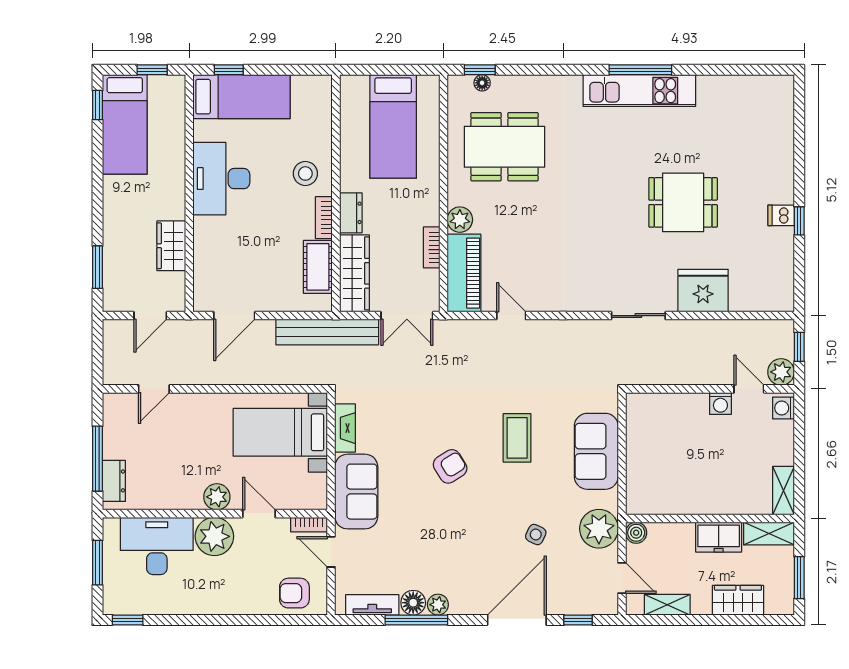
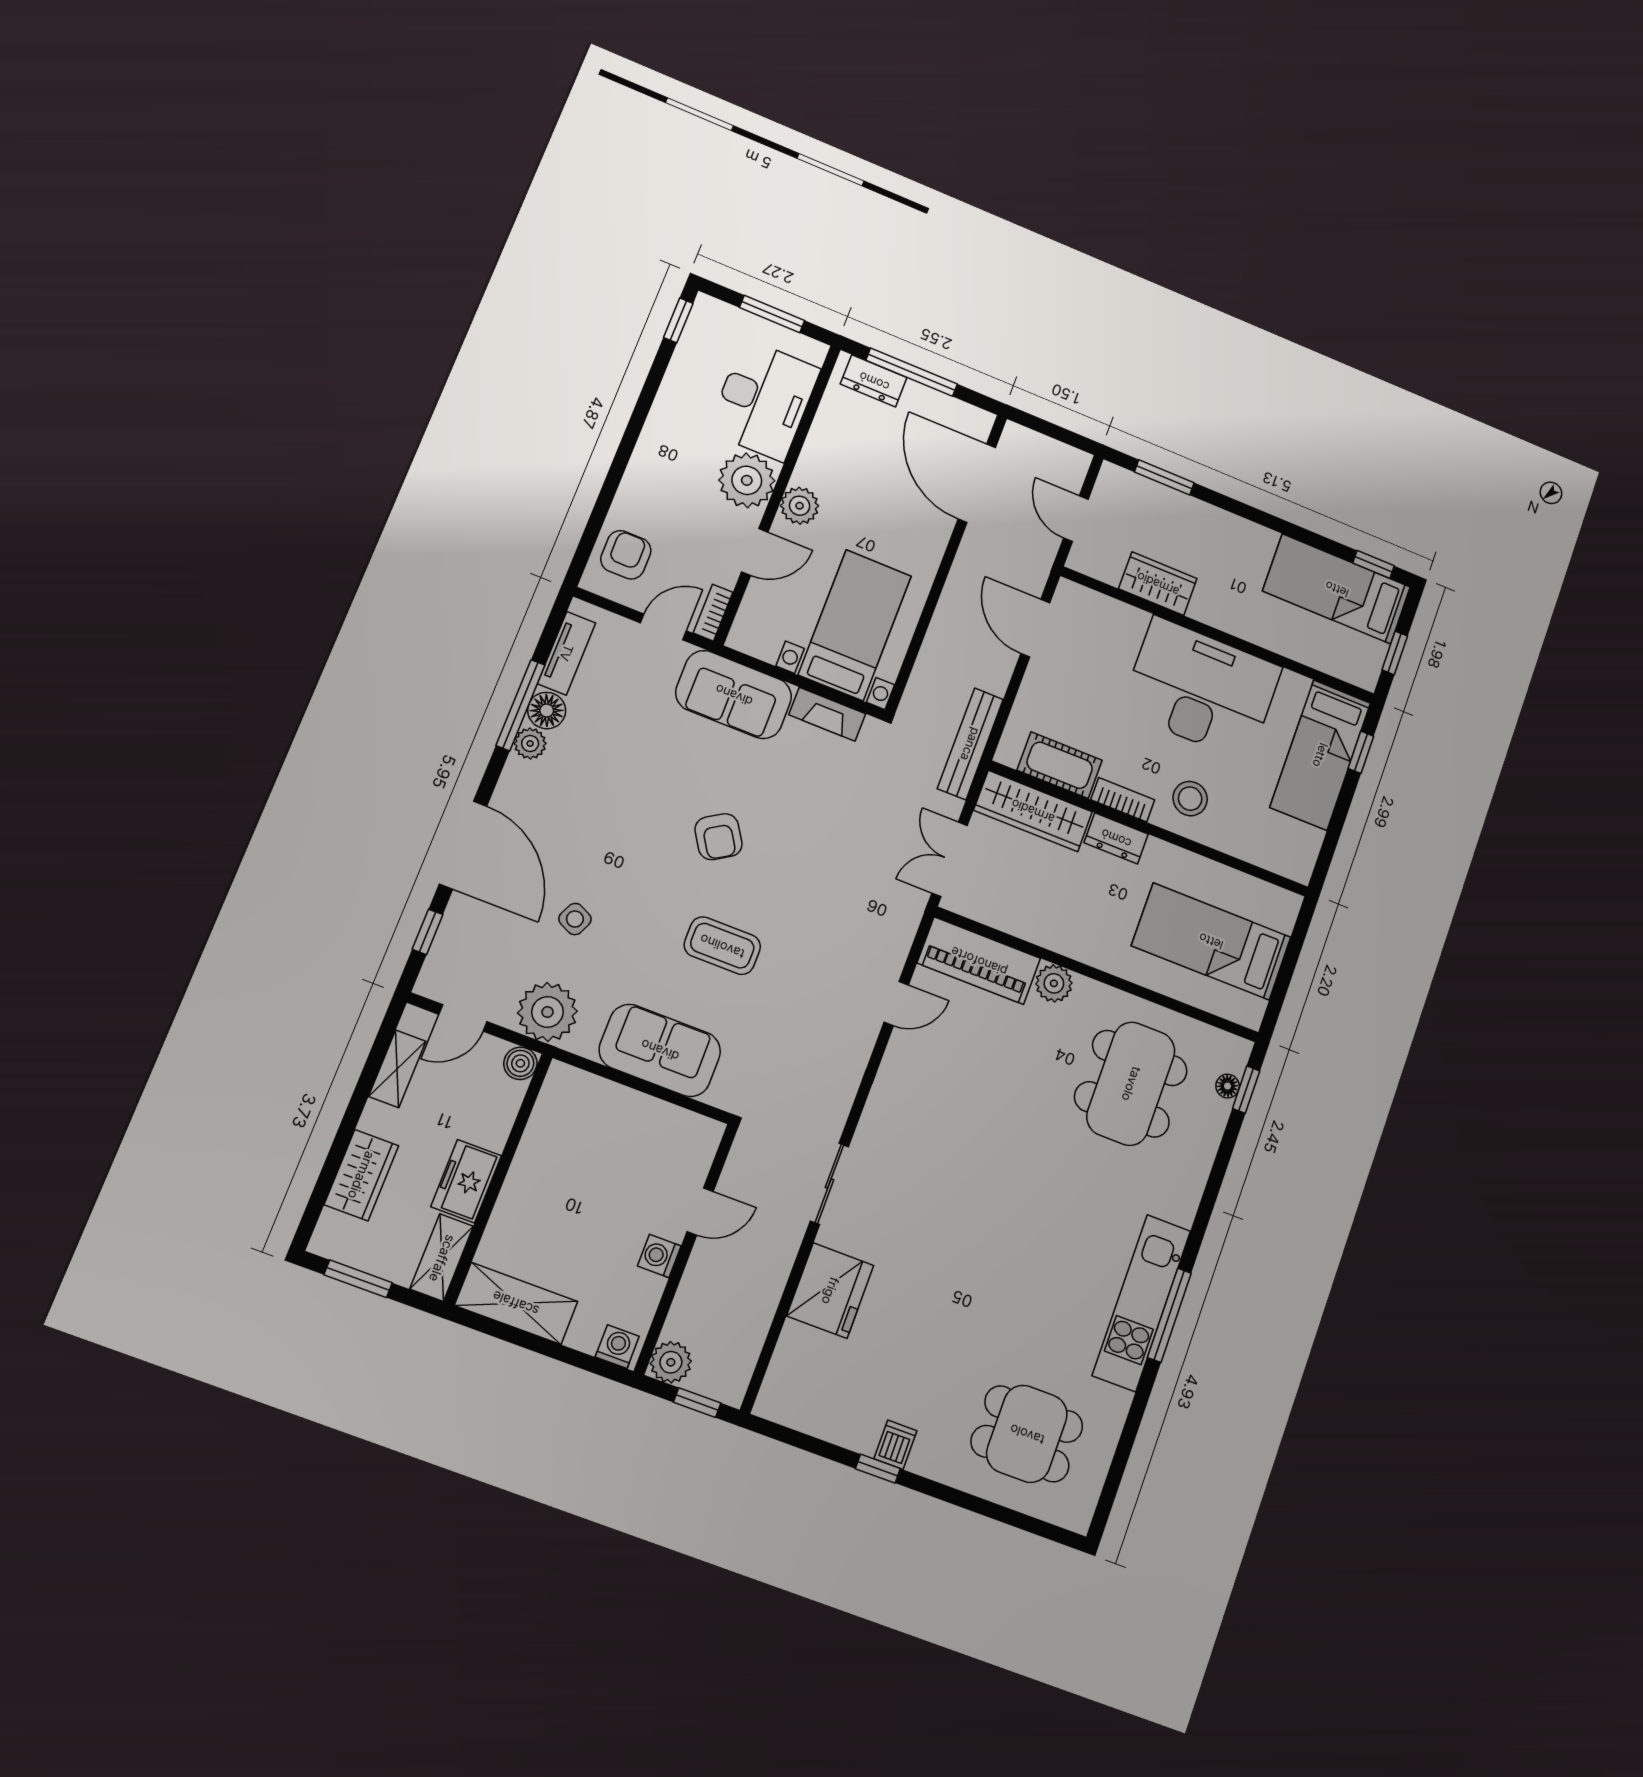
desk: (221, 179) -> (1201, 689), width x1.36, depth x1.30
dining table: (683, 202) -> (1027, 1434), moved, turned 90
bookcase: (432, 247) -> (1030, 930), removed
bench: (327, 332) -> (970, 744), width x0.73, depth x0.82
door: (154, 389) -> (977, 483), width x1.88
door: (749, 389) -> (700, 1211), moved
shelving: (783, 491) -> (516, 1303), width x1.50, depth x1.33

